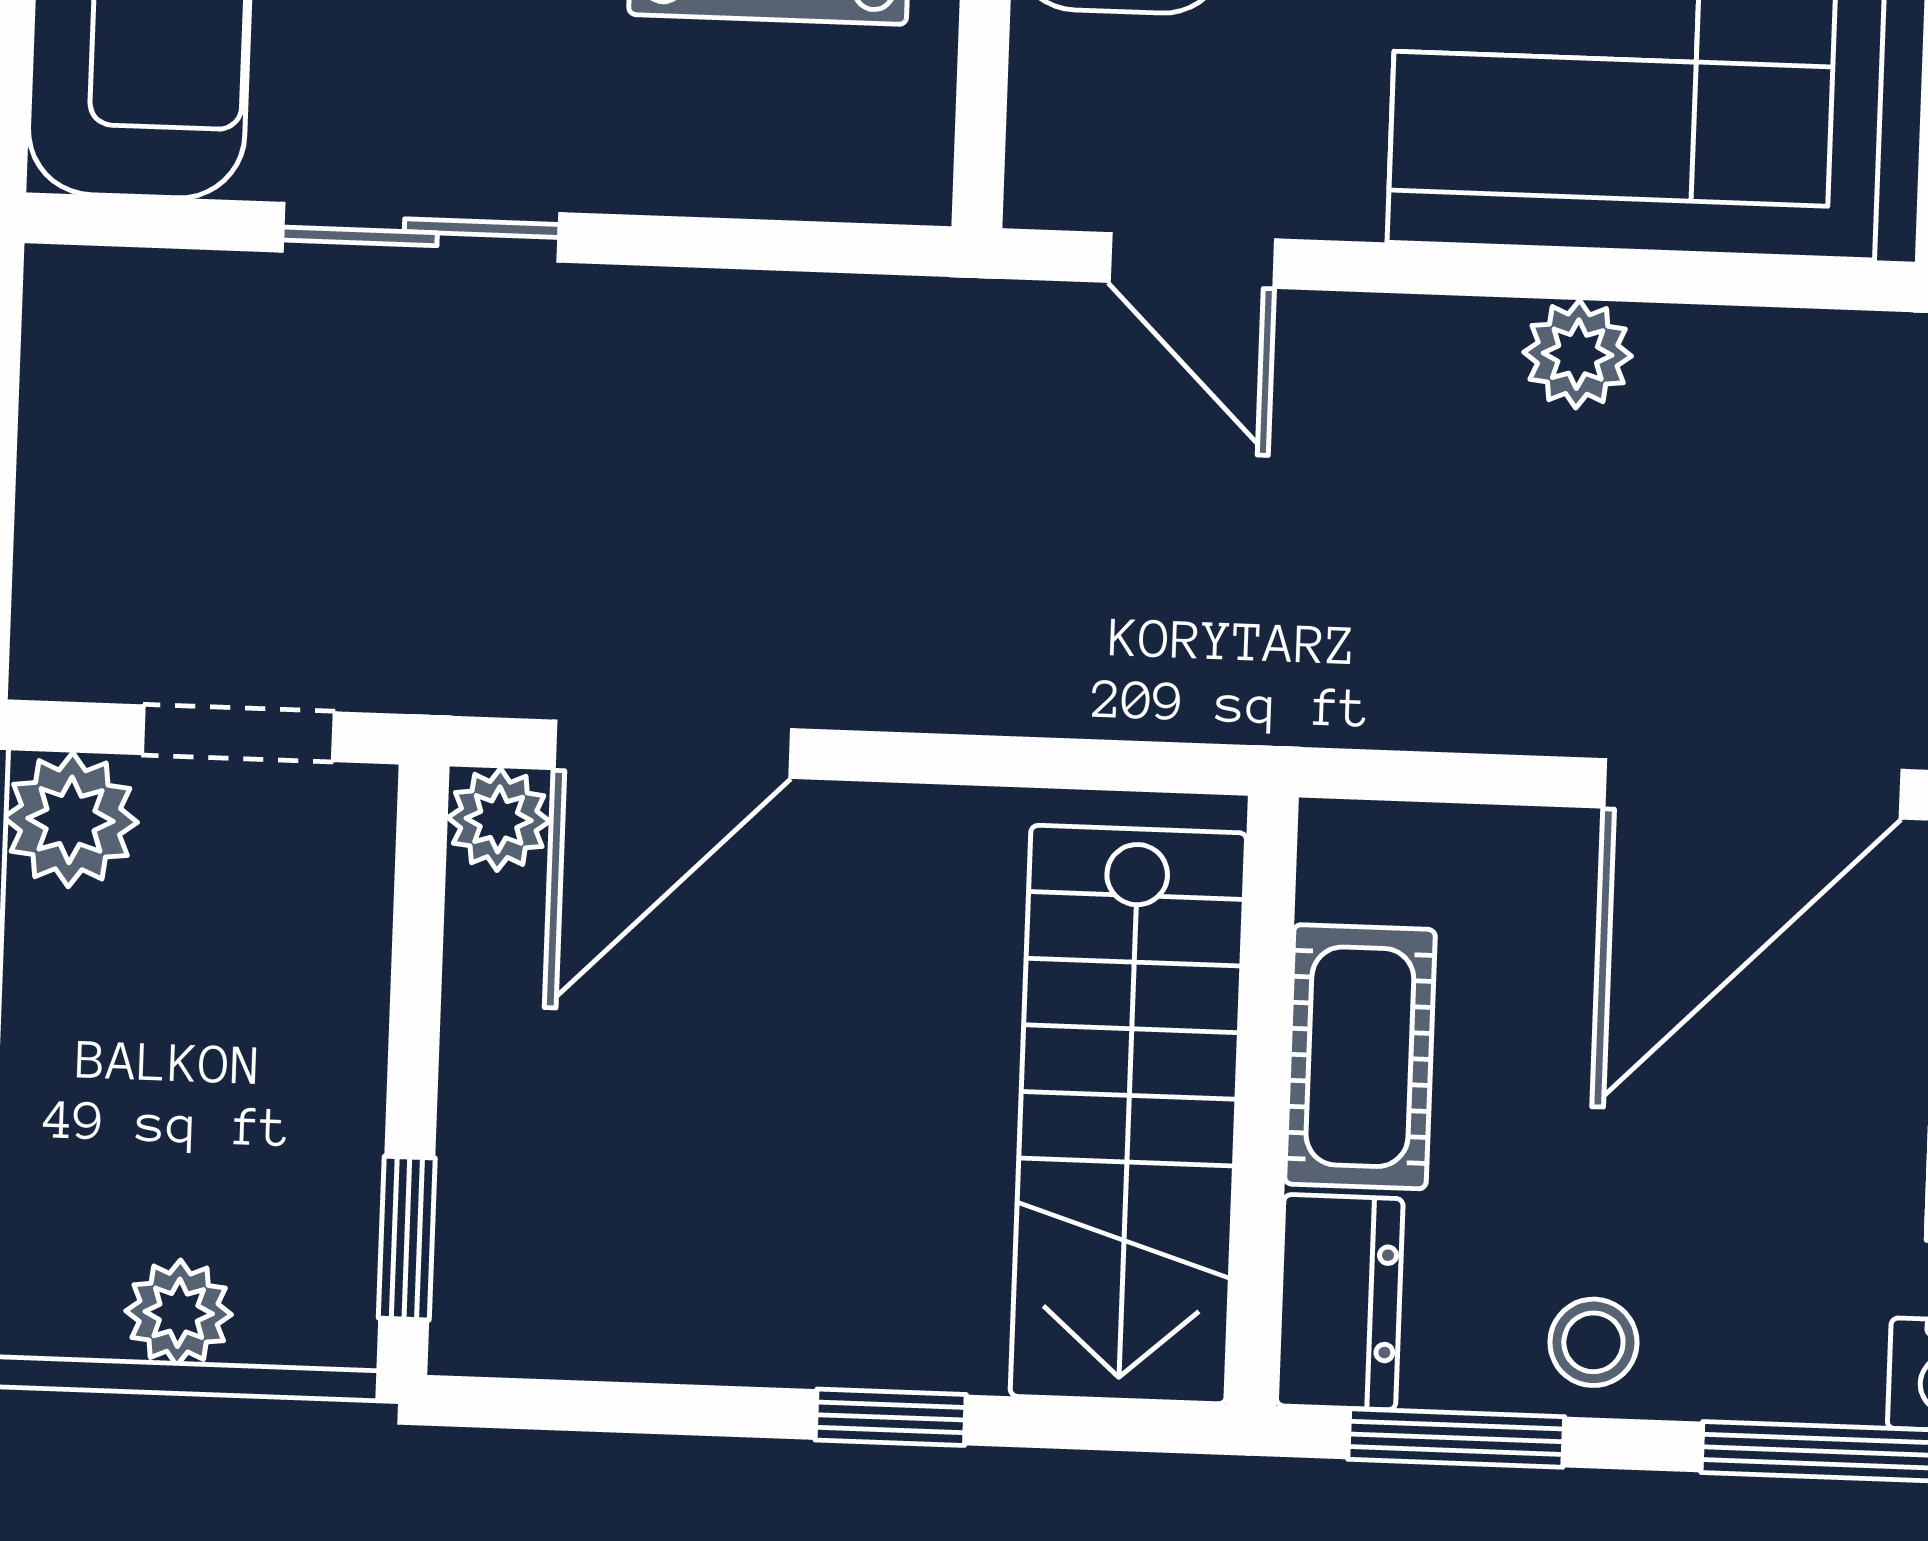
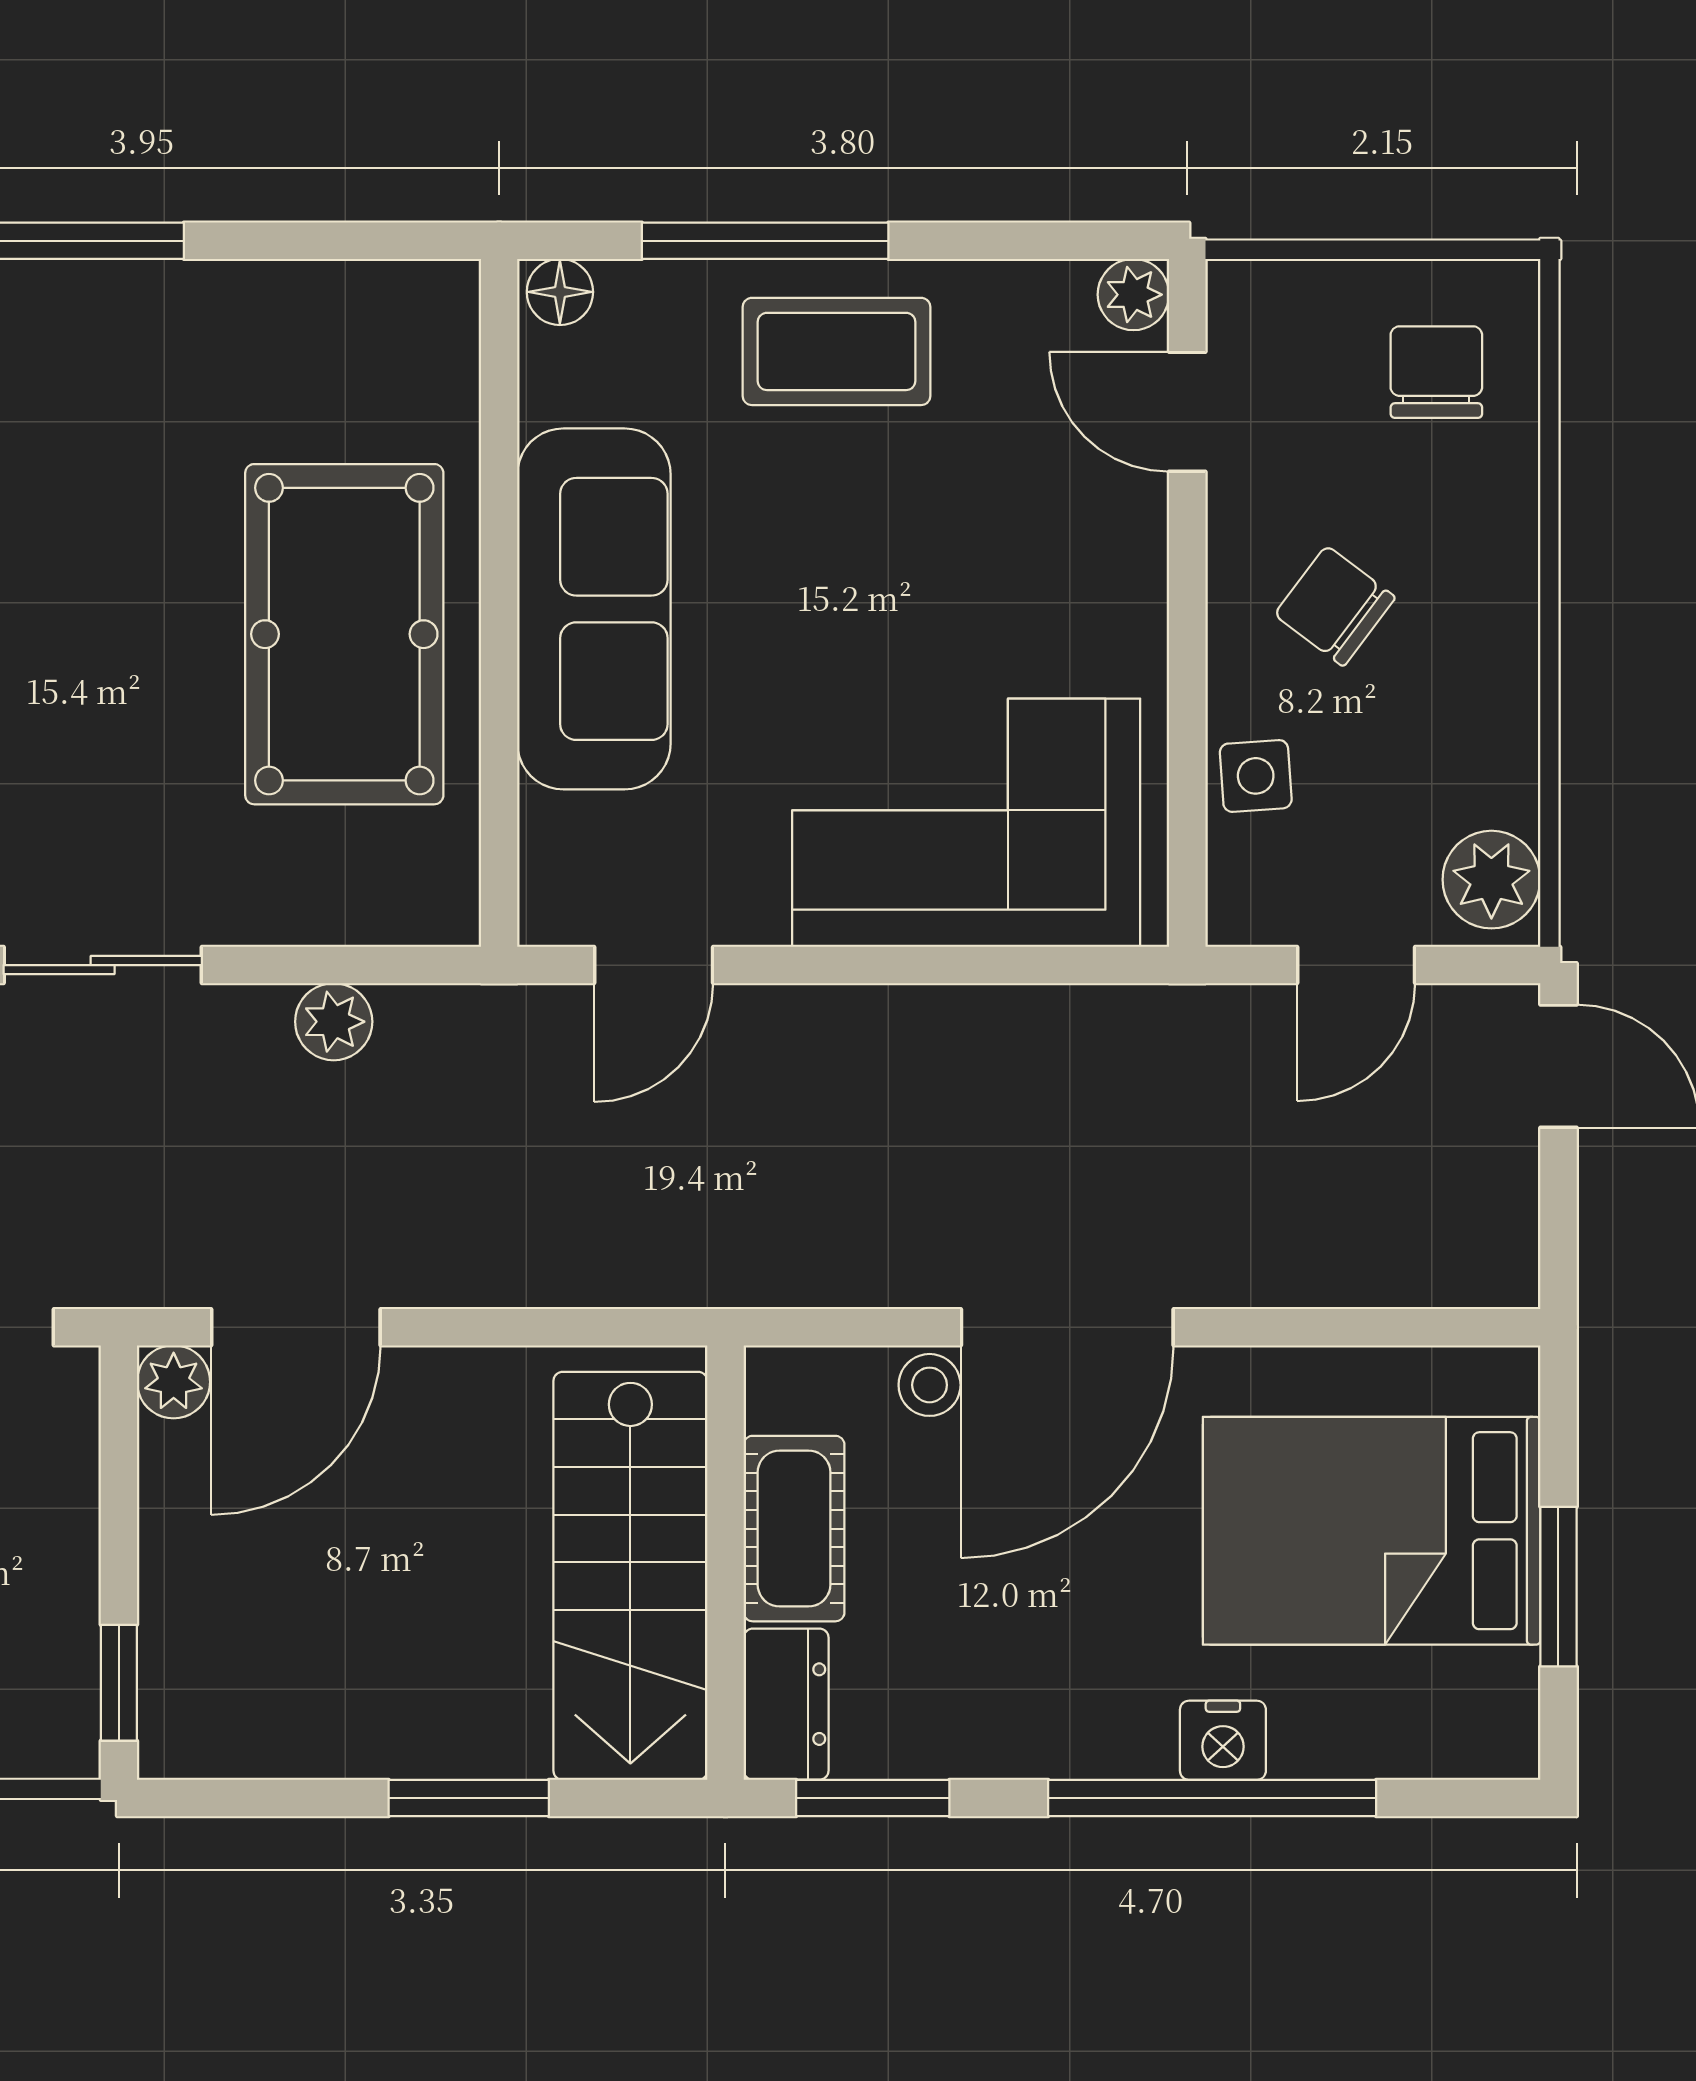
door: (1192, 261) -> (654, 965), hinge flipped
plant: (1578, 354) -> (334, 1022), moved
stool: (1593, 1342) -> (930, 1385), moved
window: (891, 1417) -> (469, 1798), width x1.50

